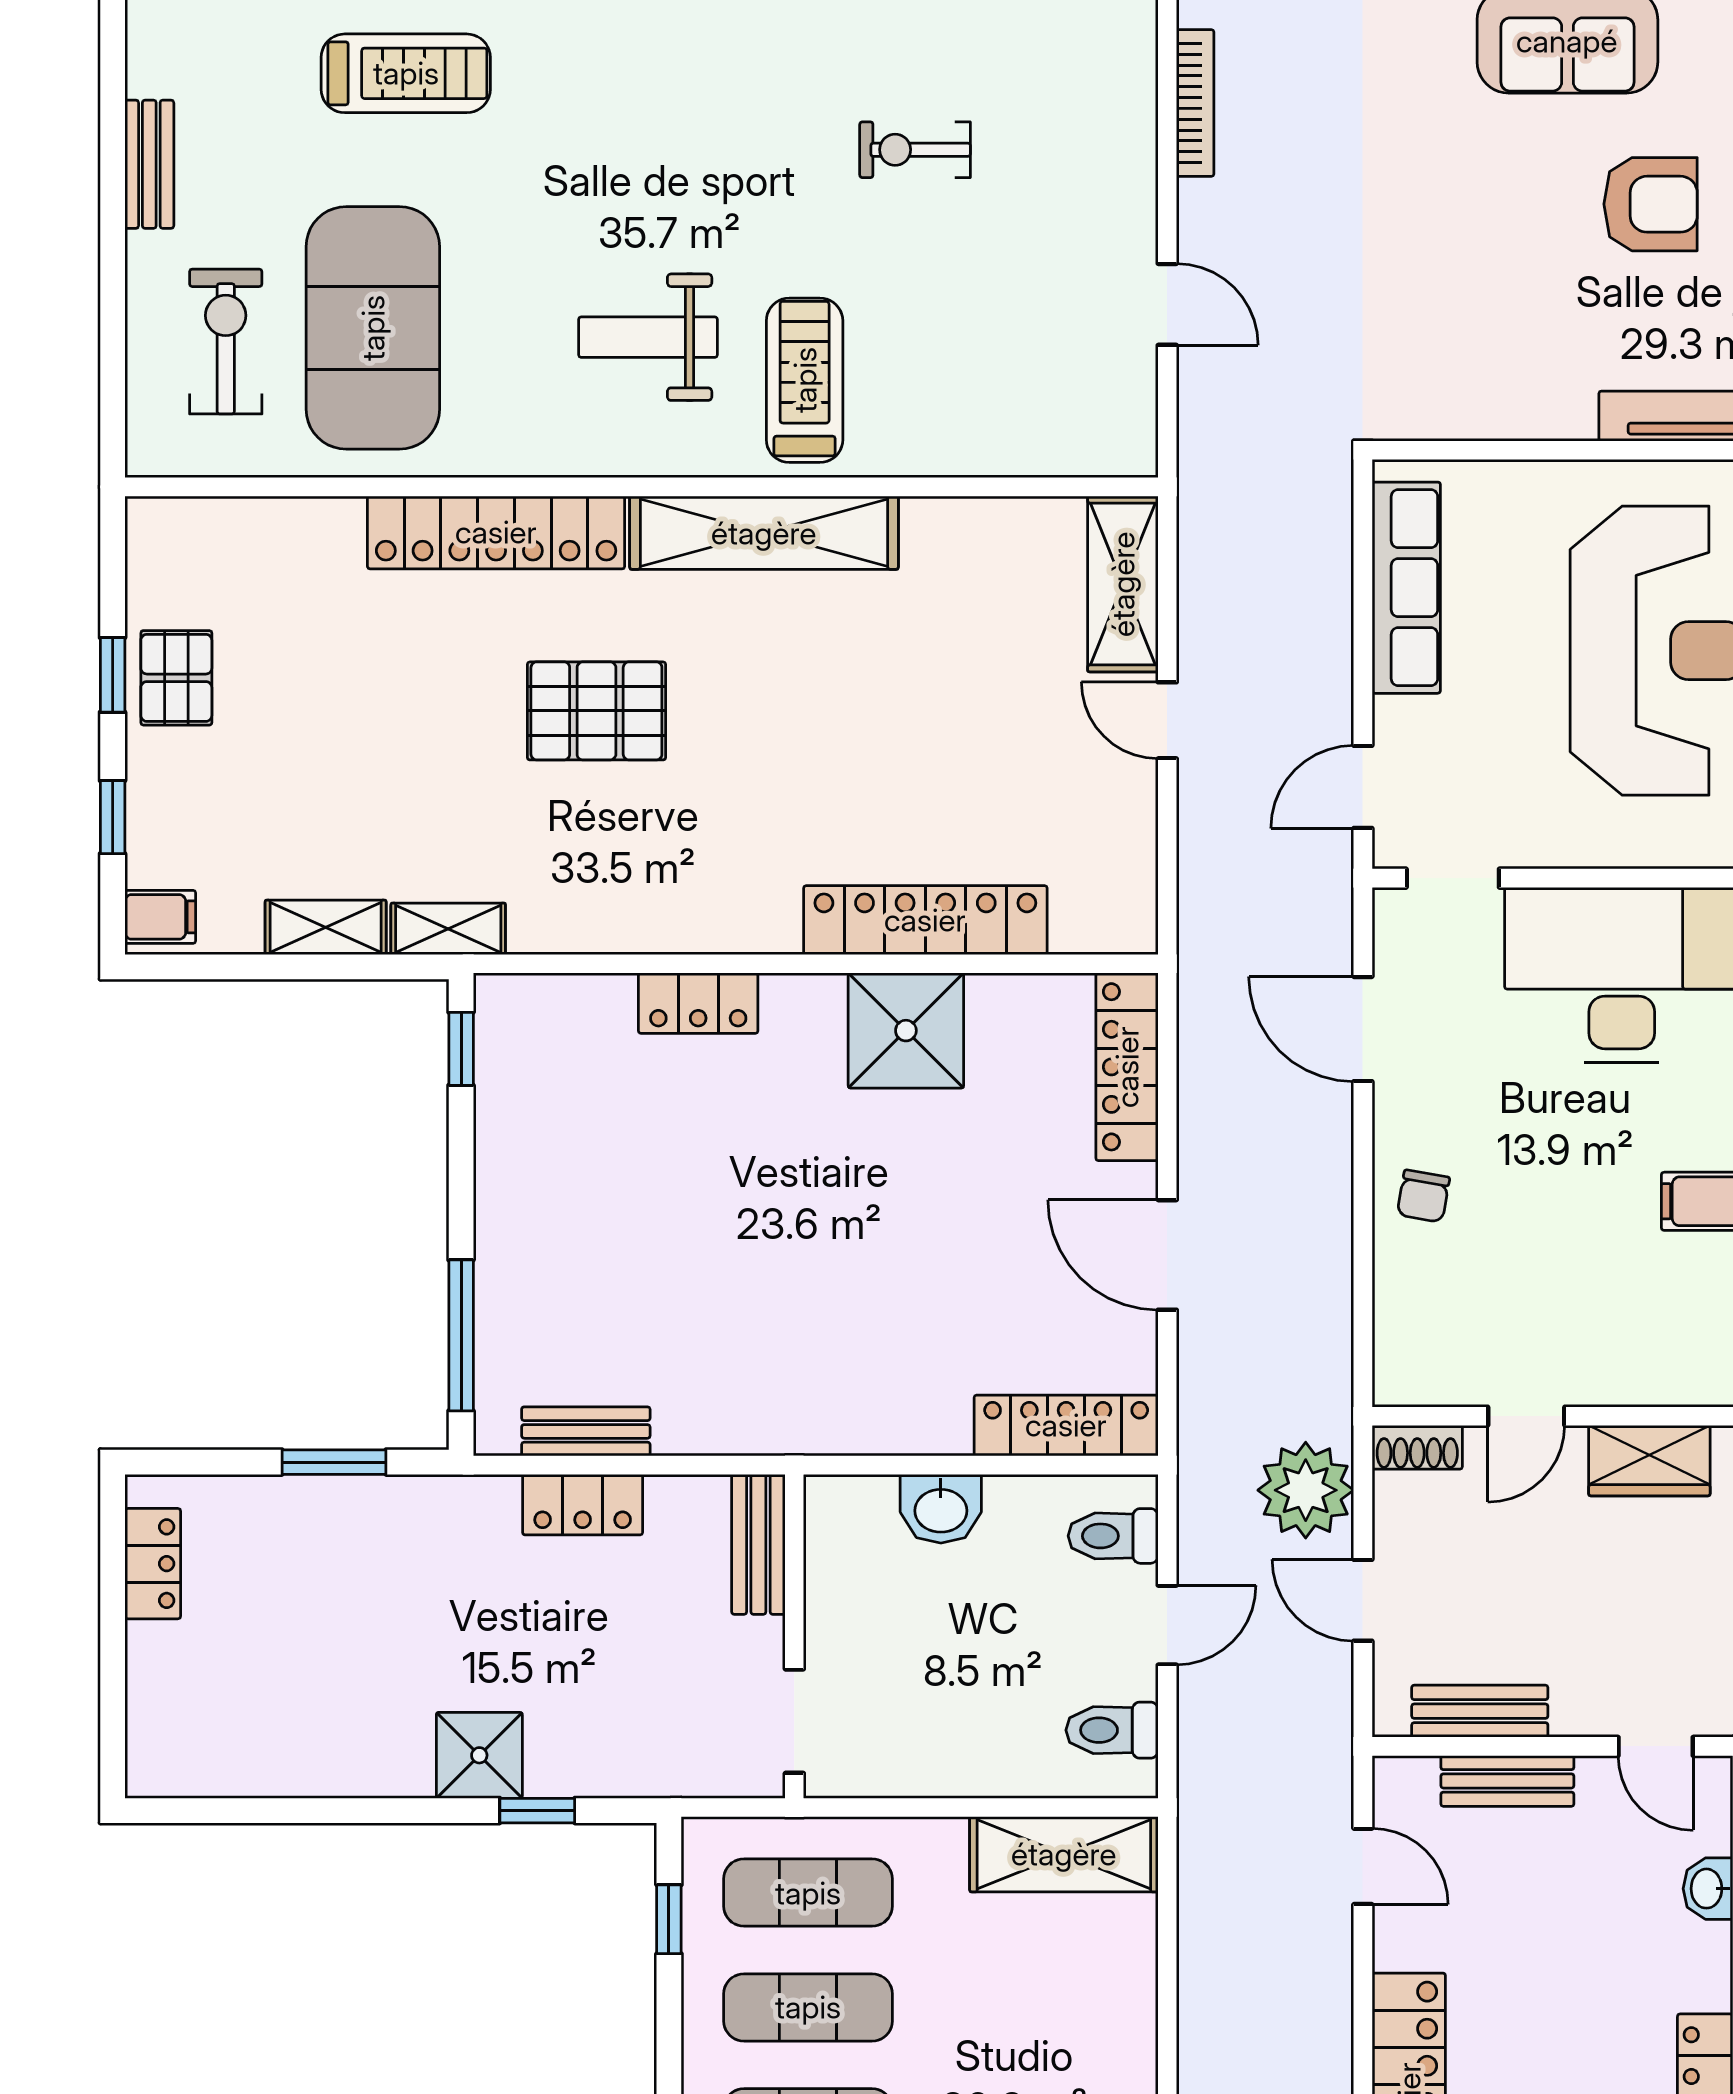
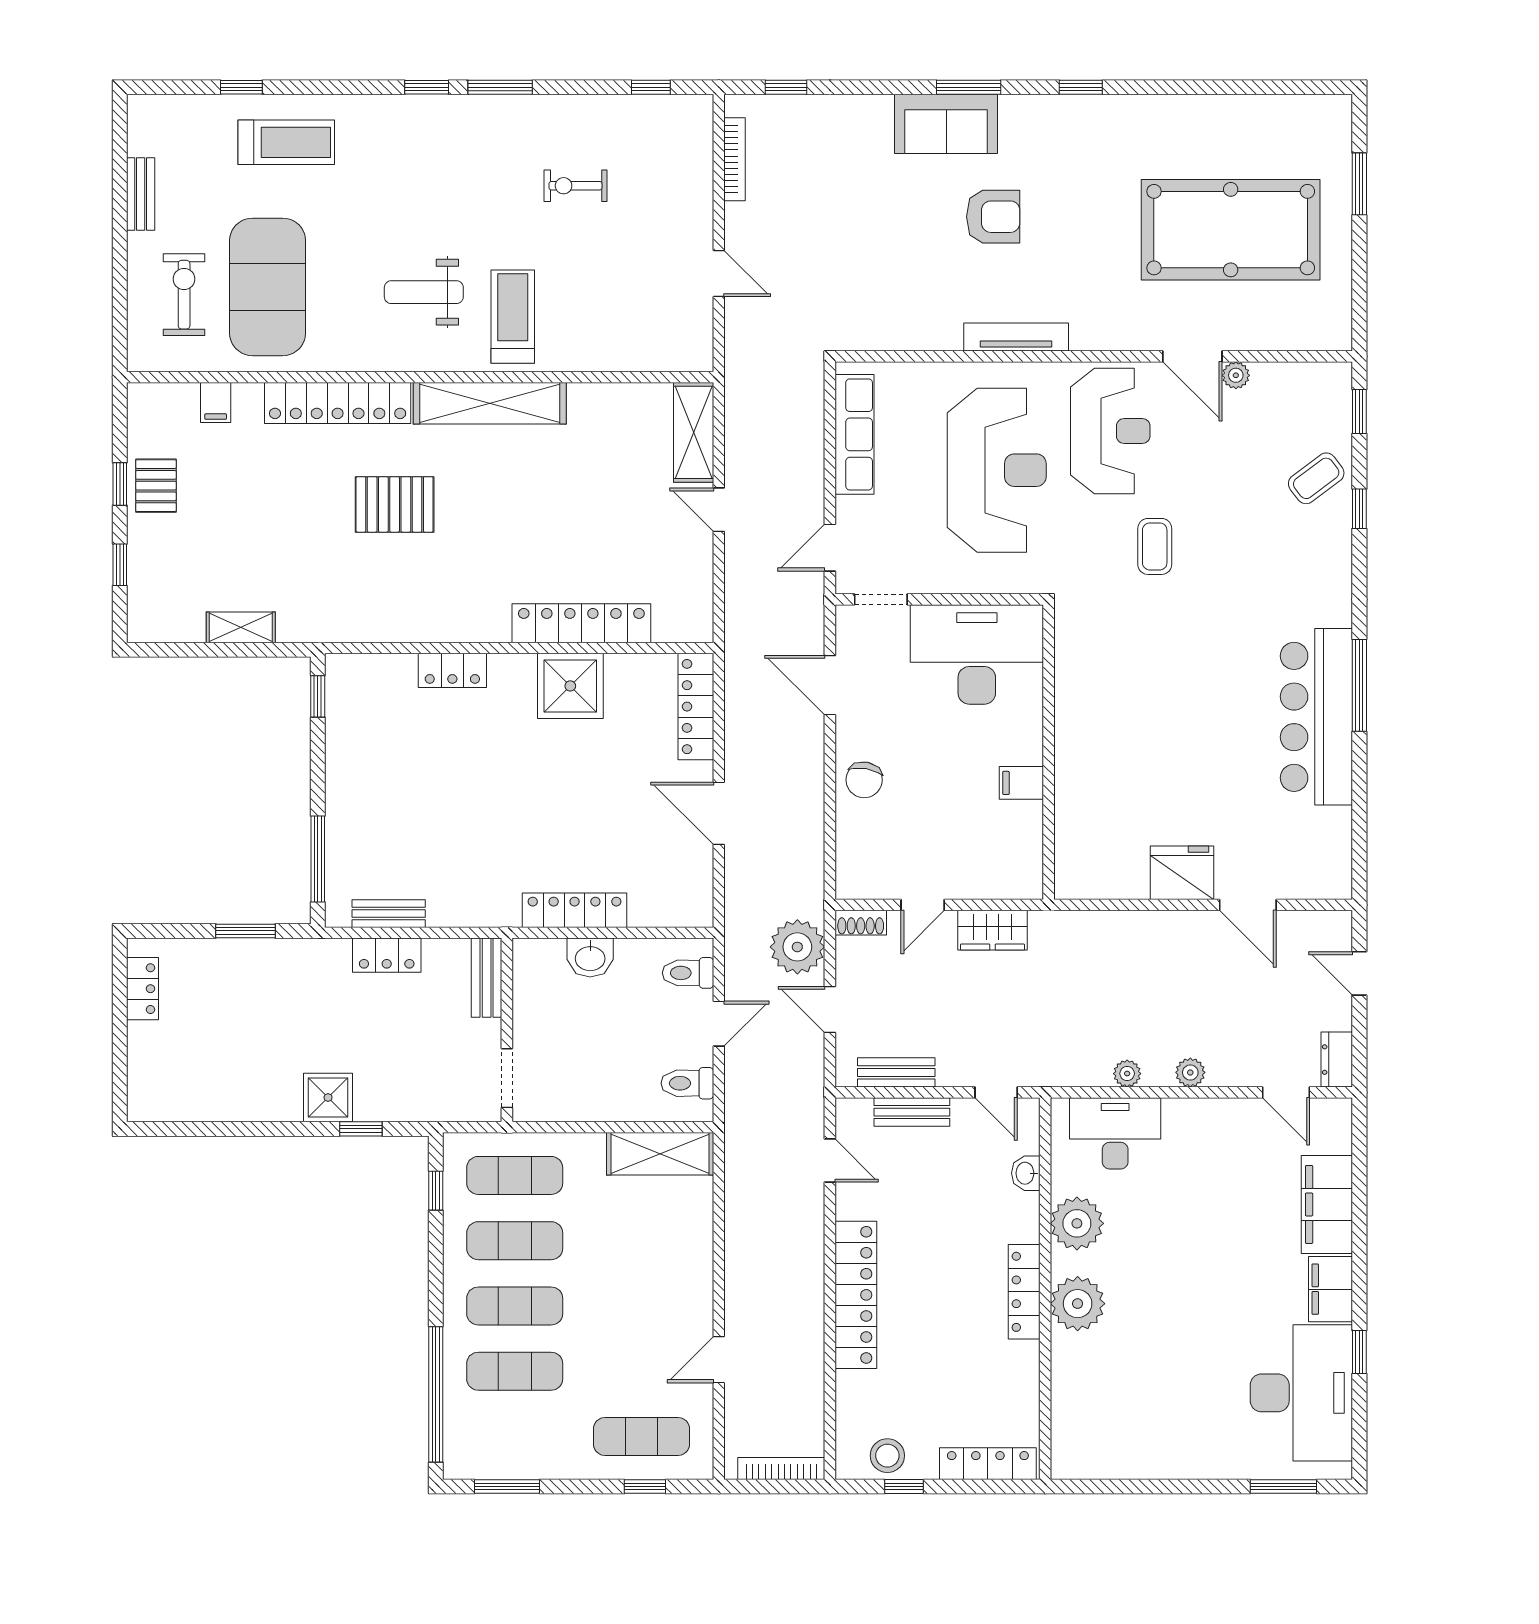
filing cabinet: (160, 917) -> (216, 402), moved, turned 90
shelving: (448, 929) -> (310, 628), removed
chair: (1423, 1196) -> (864, 780), width x1.37, depth x1.37
locker: (1066, 1425) -> (575, 910), moved

